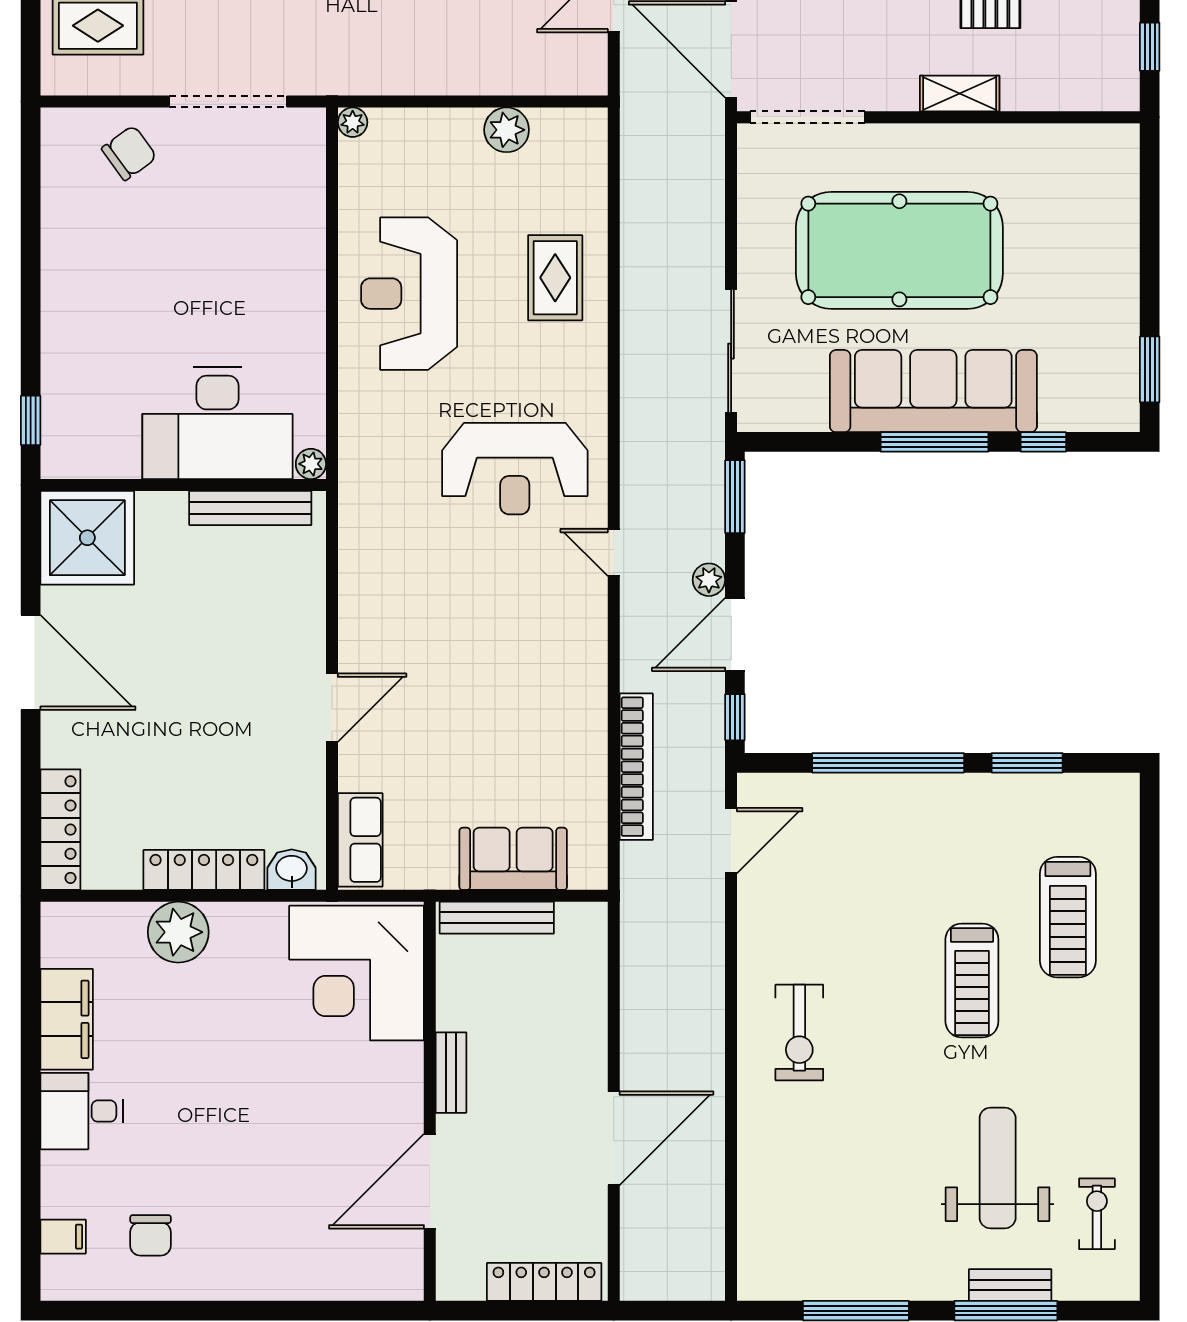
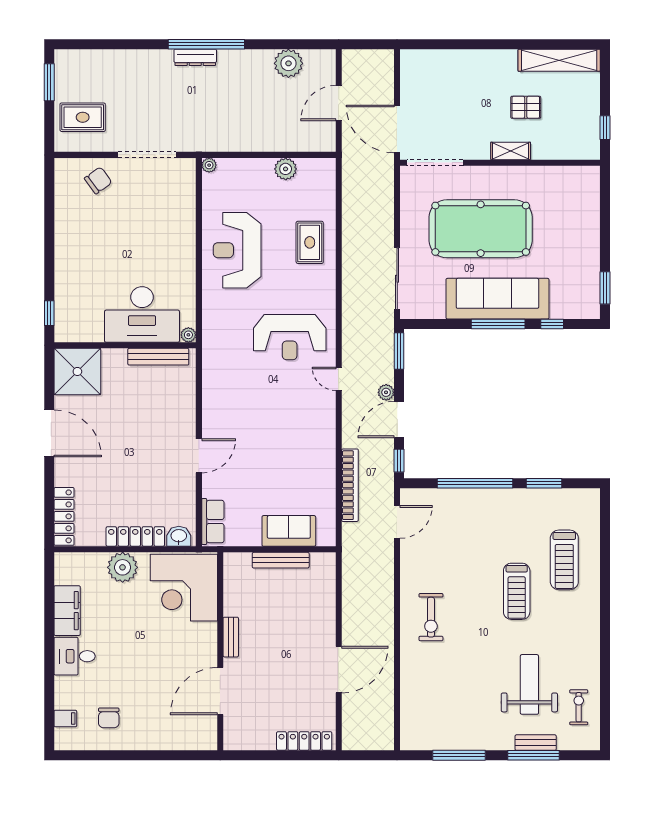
corner desk: (357, 973) -> (184, 588), moved
bench: (451, 1073) -> (231, 637), moved
wall: (430, 1101) -> (220, 651), moved
door: (430, 1181) -> (220, 691), moved

